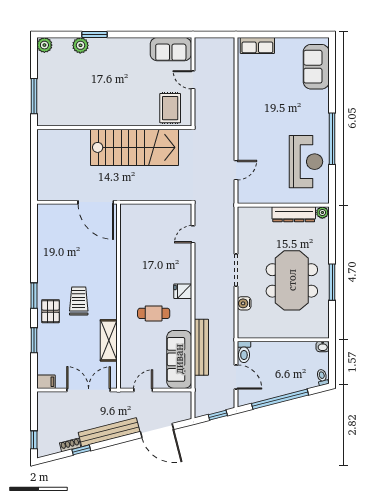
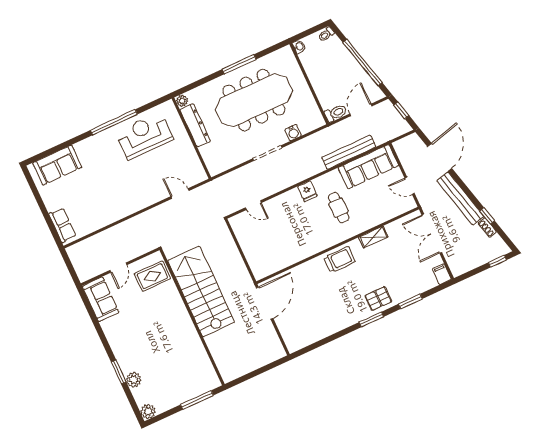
meeting table: (292, 280) -> (254, 100), width x1.36
trolley: (79, 301) -> (340, 260), moved, turned 180
shelving: (109, 340) -> (373, 237), width x0.67, depth x0.75

